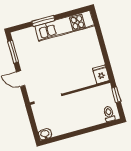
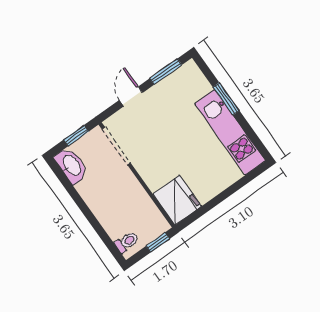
fridge: (101, 74) -> (177, 200), width x1.88, depth x1.34
window: (32, 121) -> (76, 136), added
washbasin: (45, 134) -> (71, 165), width x1.91, depth x1.45

